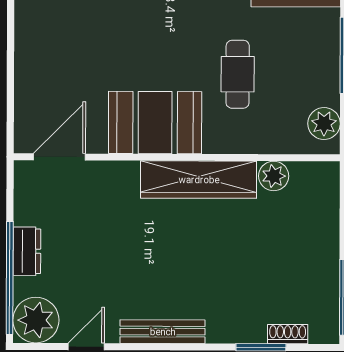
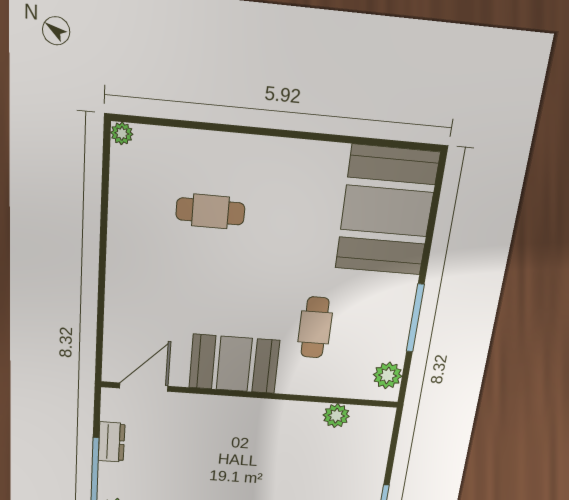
wardrobe: (199, 180) -> (269, 414), removed
dresser: (27, 251) -> (112, 442), moved

